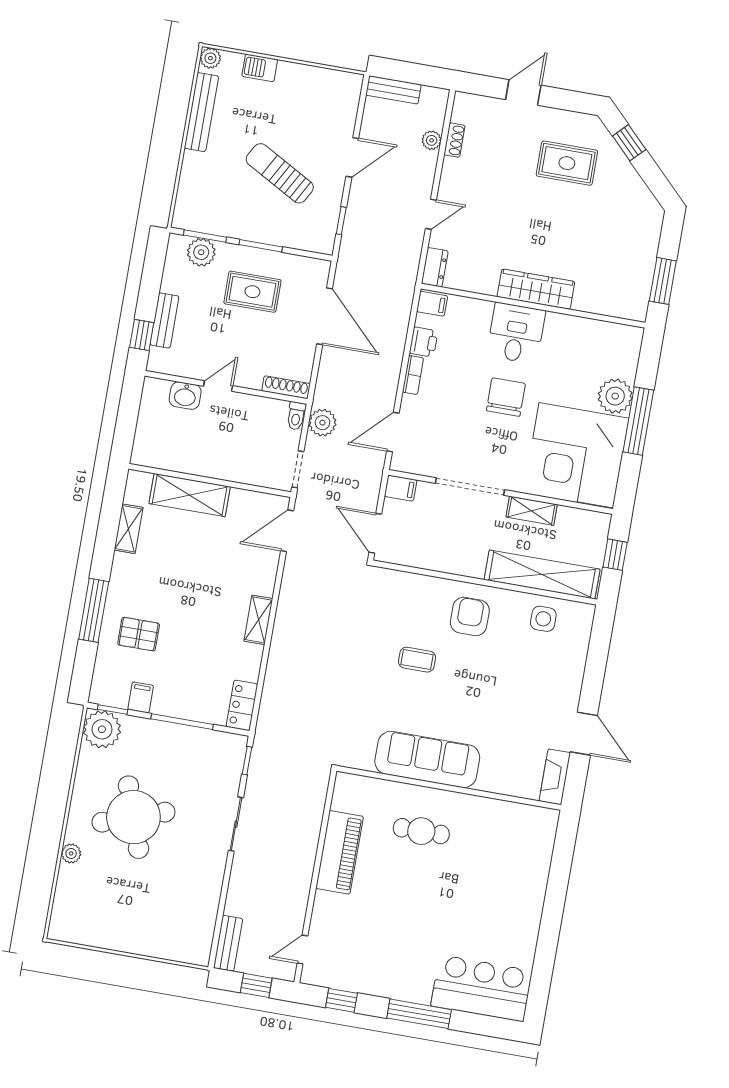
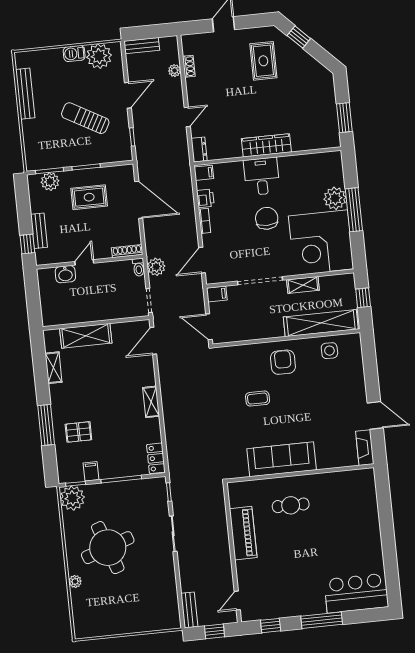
plant: (210, 58) -> (99, 56), moved, width x1.88, depth x1.88
barbecue: (260, 68) -> (74, 54), moved
rug: (567, 163) -> (263, 61), turned 90

